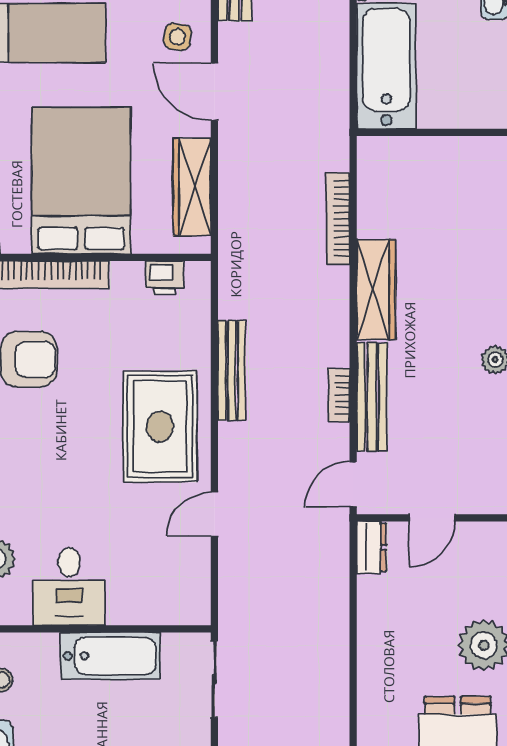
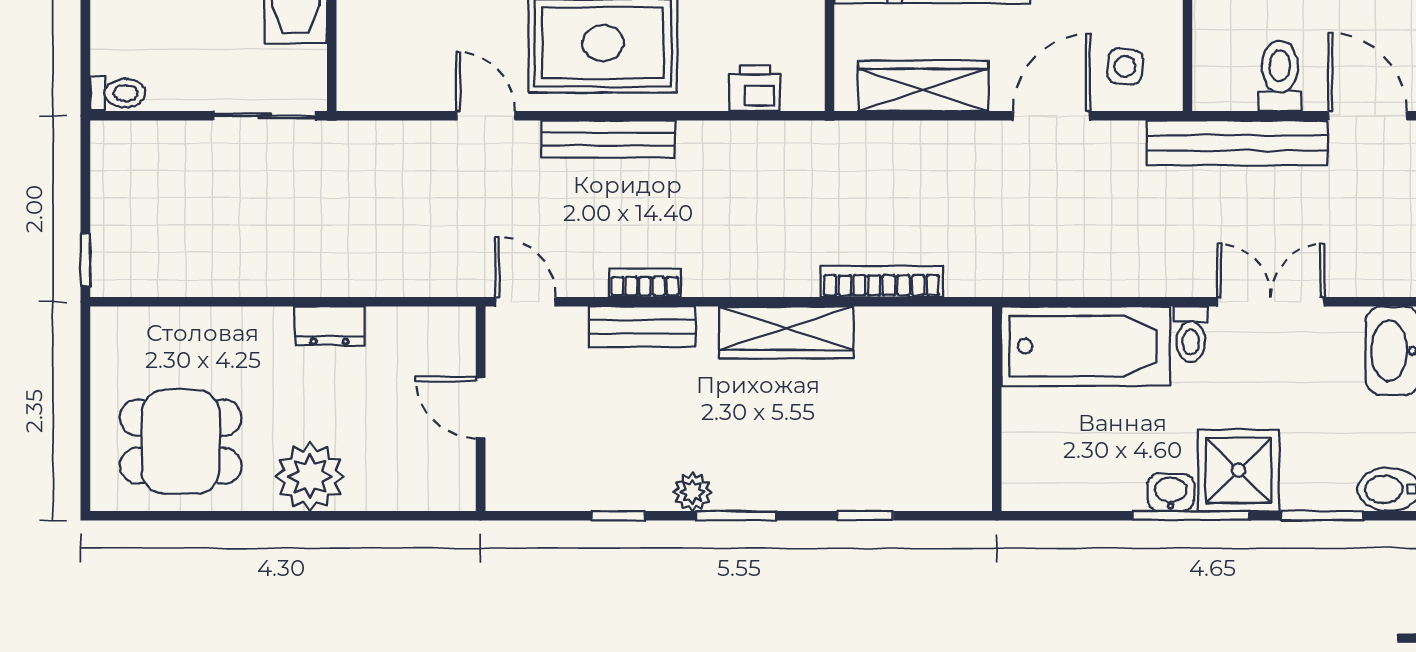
printer: (165, 278) -> (755, 88), moved, turned 90
bench: (232, 371) -> (608, 139), moved
bench: (372, 397) -> (642, 327), width x0.73
dresser: (371, 547) -> (330, 326), moved

